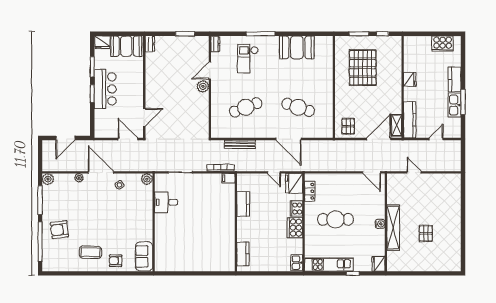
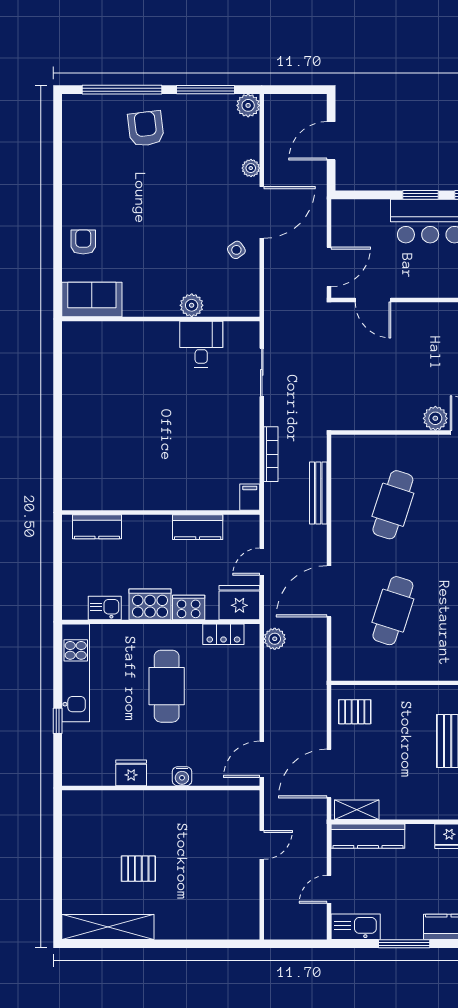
kitchen sink: (455, 105) -> (356, 927), moved
cafe table: (246, 107) -> (393, 505), turned 39
door: (65, 138) -> (331, 141), hinge flipped
door: (379, 139) -> (329, 773), swing flipped
door: (436, 139) -> (329, 889), swing flipped
plant: (312, 166) -> (275, 639), added
filing cabinet: (228, 178) -> (250, 497), moved
plant: (147, 179) -> (192, 305), moved
kitchen counter: (243, 204) -> (198, 527), moved
wall: (236, 222) -> (161, 512), moved
water cooler: (380, 224) -> (182, 776), moved
shelving: (393, 228) -> (108, 927), moved
coffee table: (90, 252) -> (100, 191), removed
kitchen counter: (243, 254) -> (97, 527), moved
kitchen sink: (297, 263) -> (105, 608), moved
fridge: (378, 264) -> (131, 773), moved

